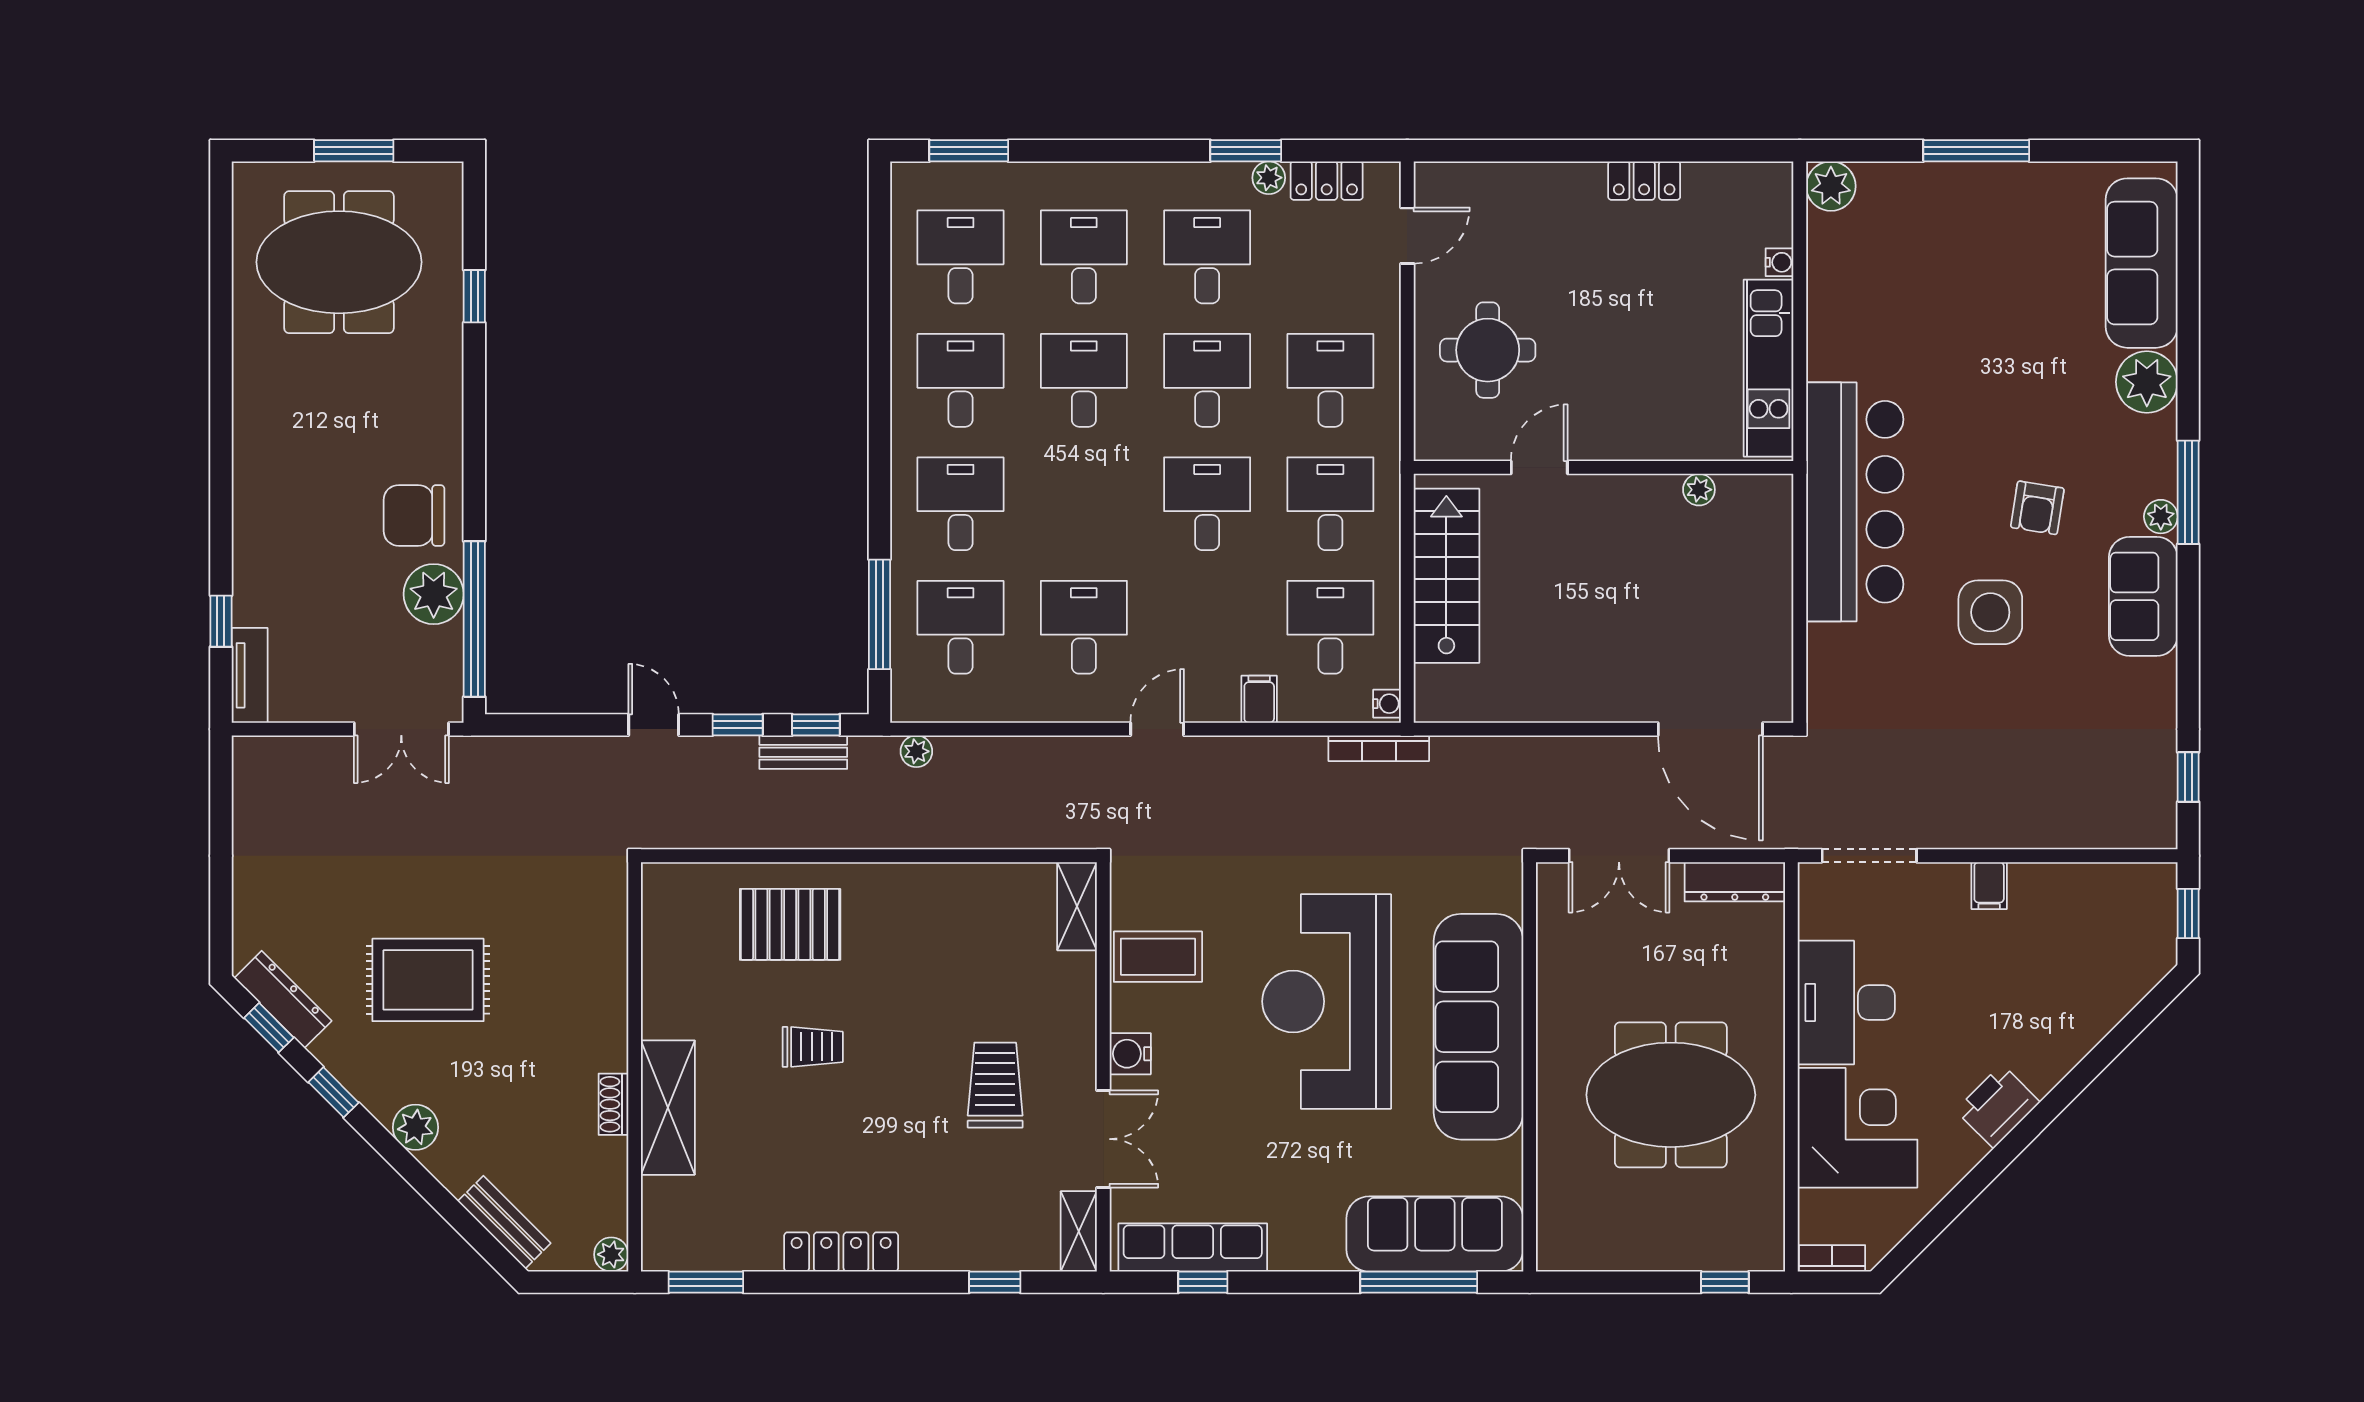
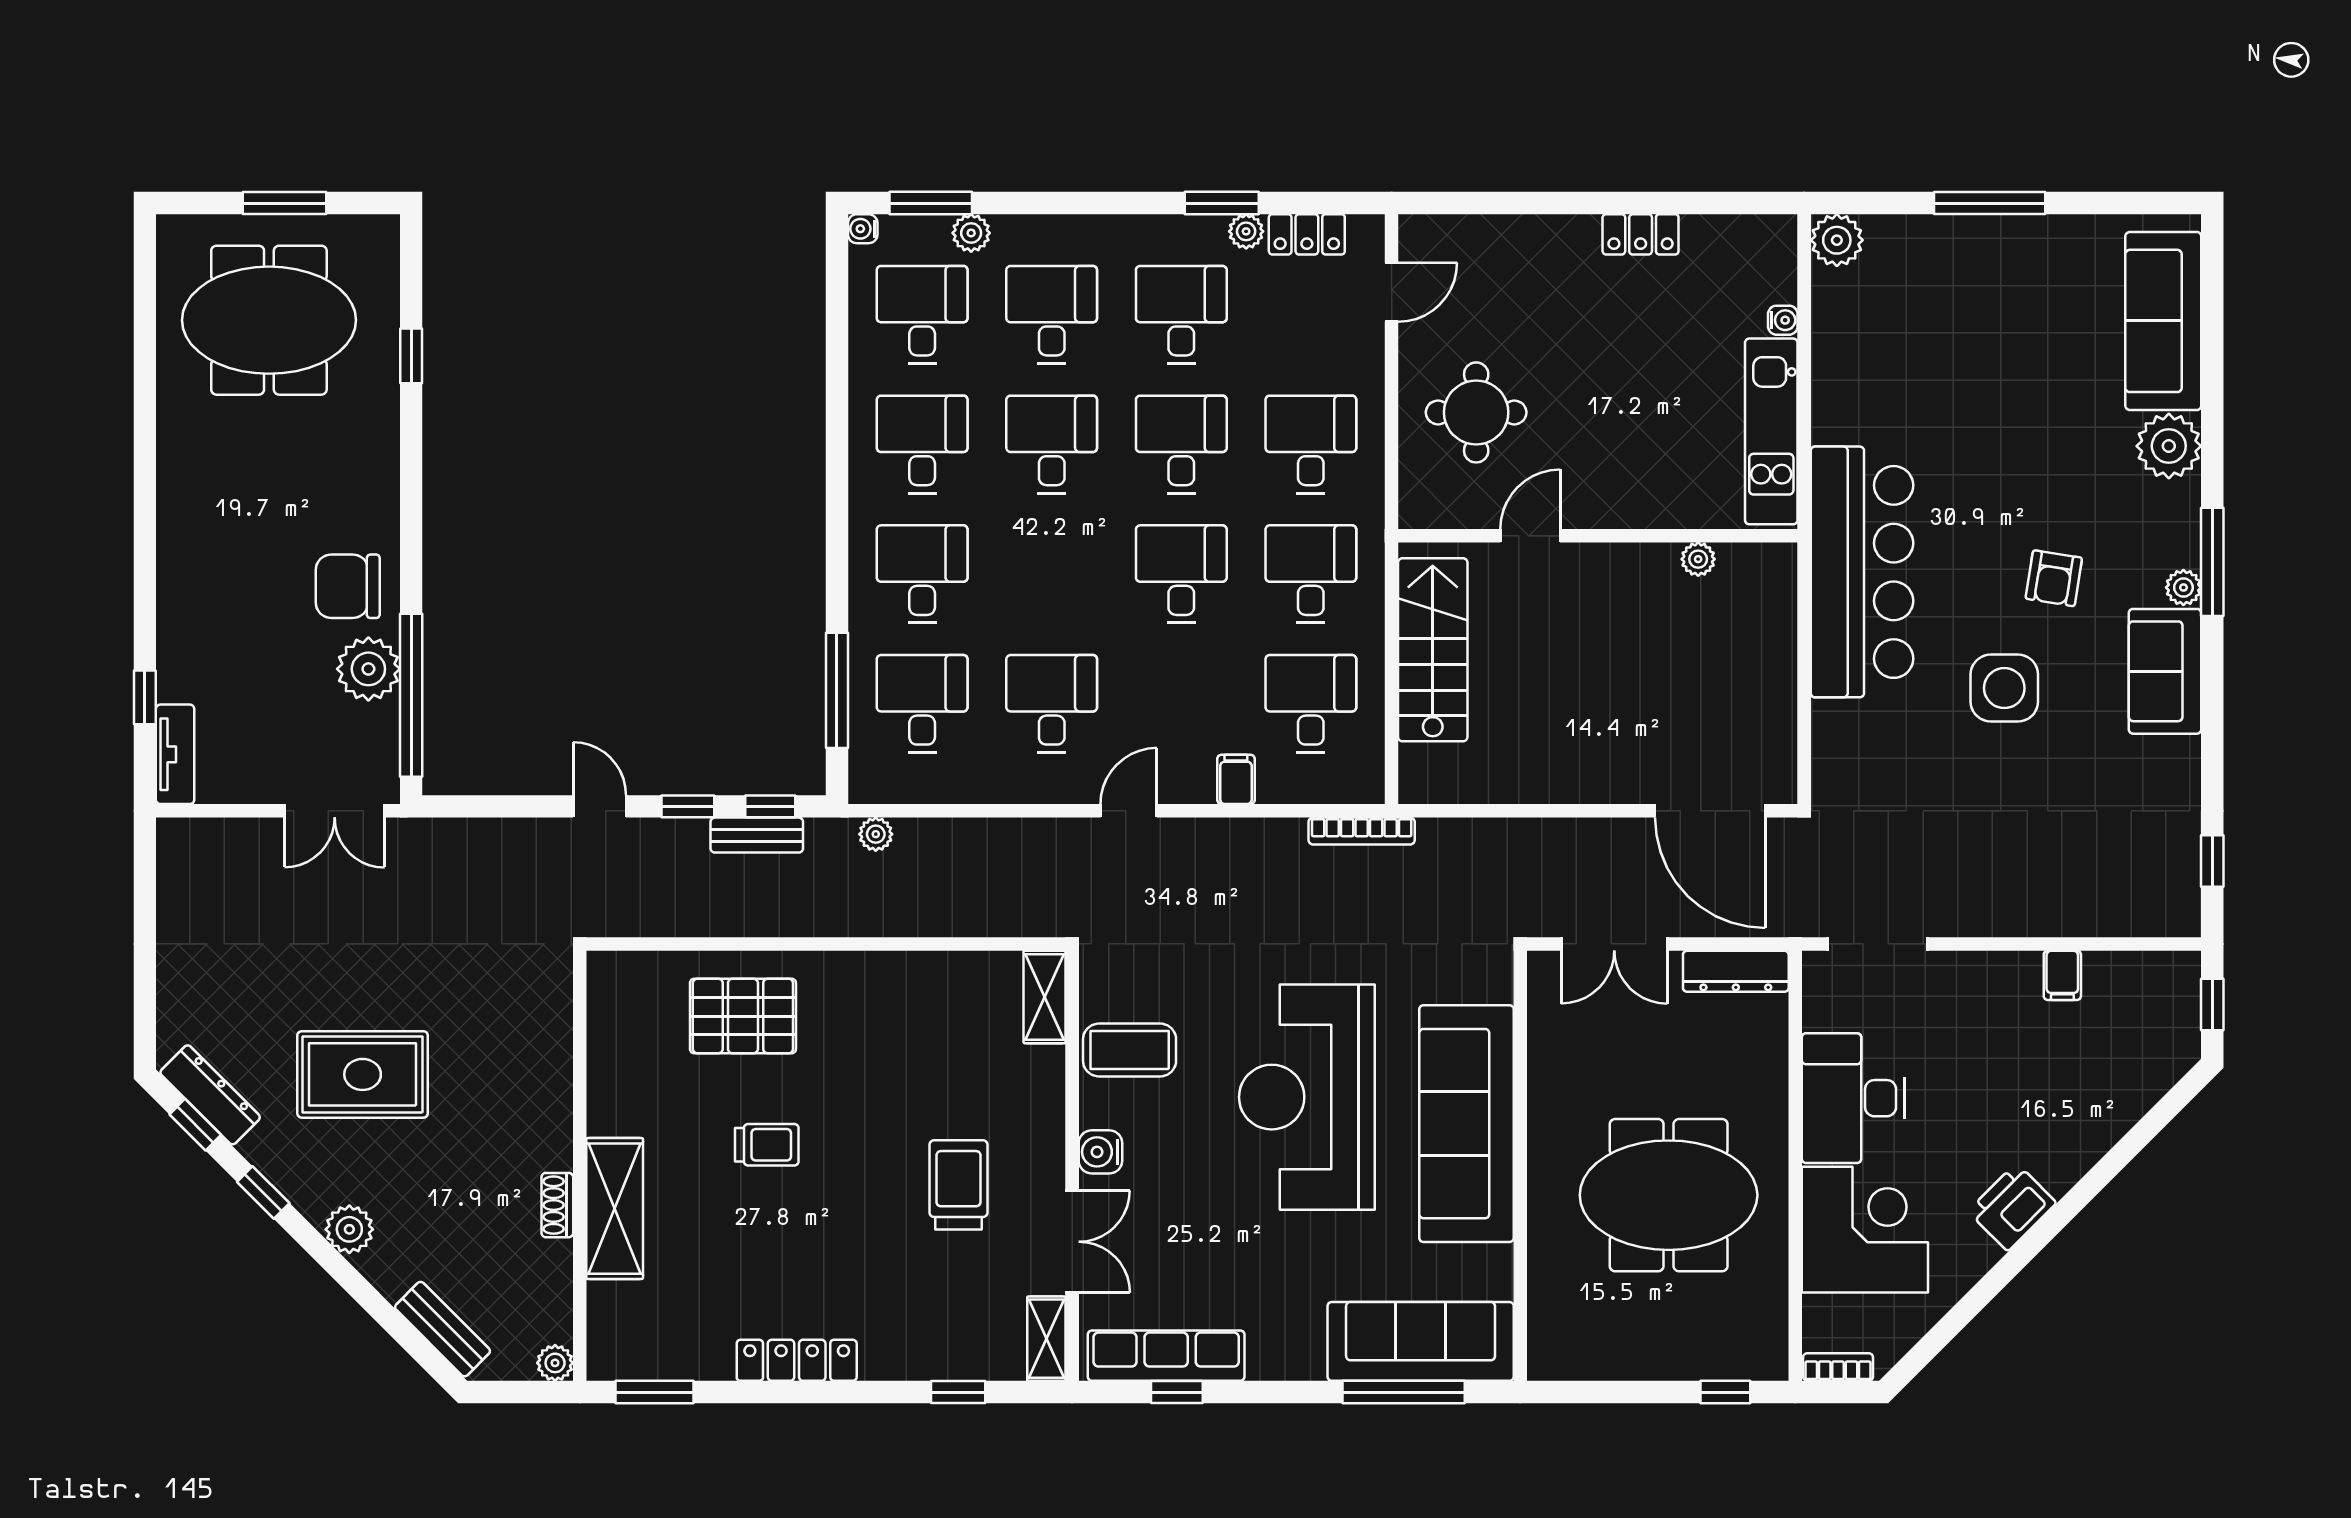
plant: (1007, 179) -> (971, 233), added
water cooler: (1387, 704) -> (863, 229), moved, turned 180
filing cabinet: (1989, 886) -> (2062, 975), moved

